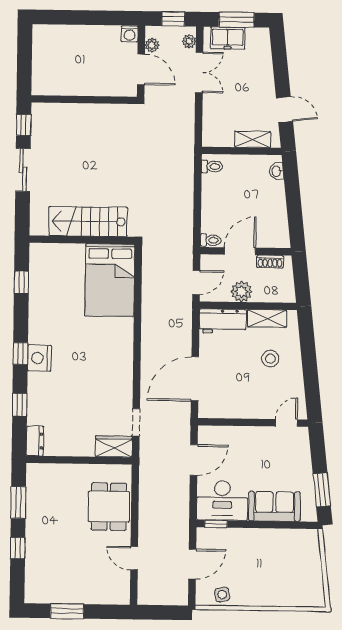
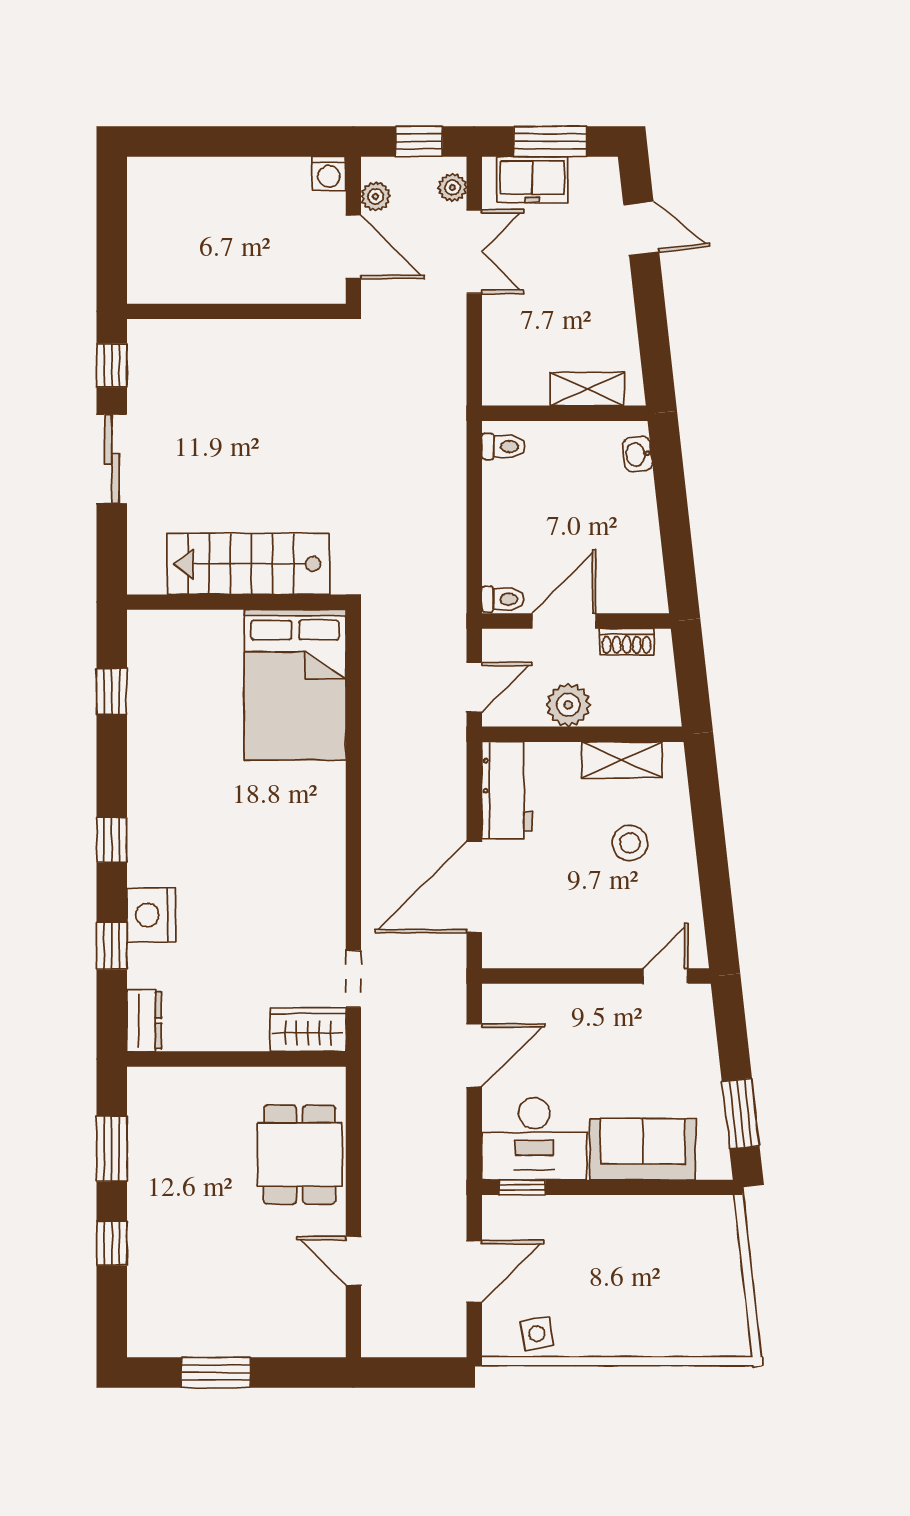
door: (285, 110) -> (641, 228), moved
workbench: (223, 321) -> (507, 790), moved, turned -90
nightstand: (39, 358) -> (151, 915), moved

